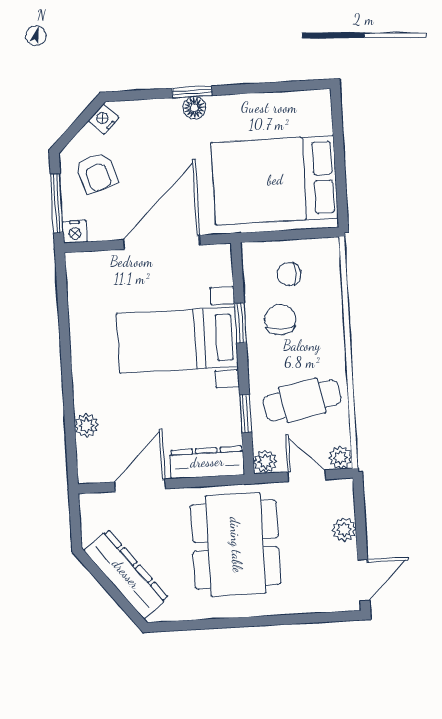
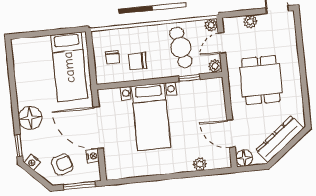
window: (192, 92) -> (19, 146), moved
floor lamp: (194, 108) -> (30, 118), width x1.89, depth x1.89
bed: (275, 180) -> (69, 67), width x0.67
nightstand: (75, 232) -> (92, 156), moved
window: (240, 323) -> (140, 83), removed
dresser: (207, 462) -> (217, 98), removed
floor lamp: (94, 508) -> (244, 158), added
dining table: (236, 545) -> (261, 80), width x0.73

